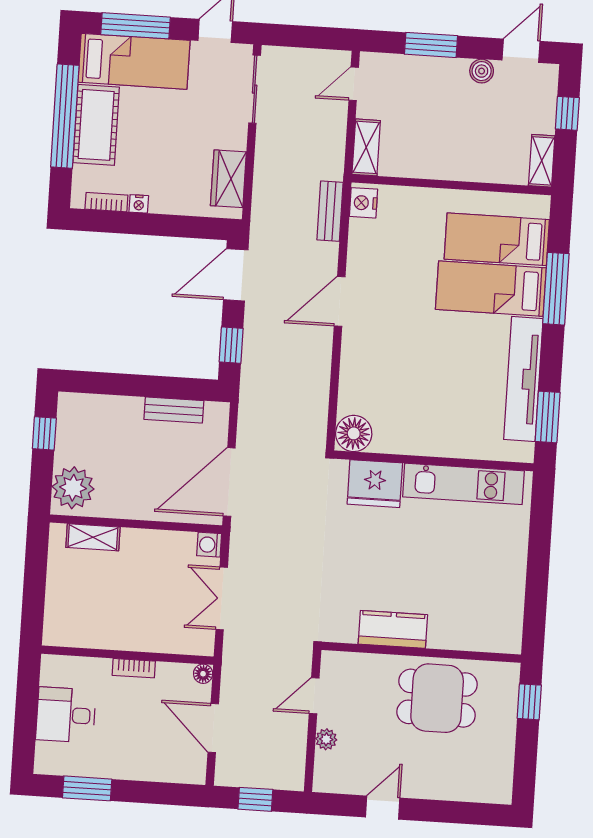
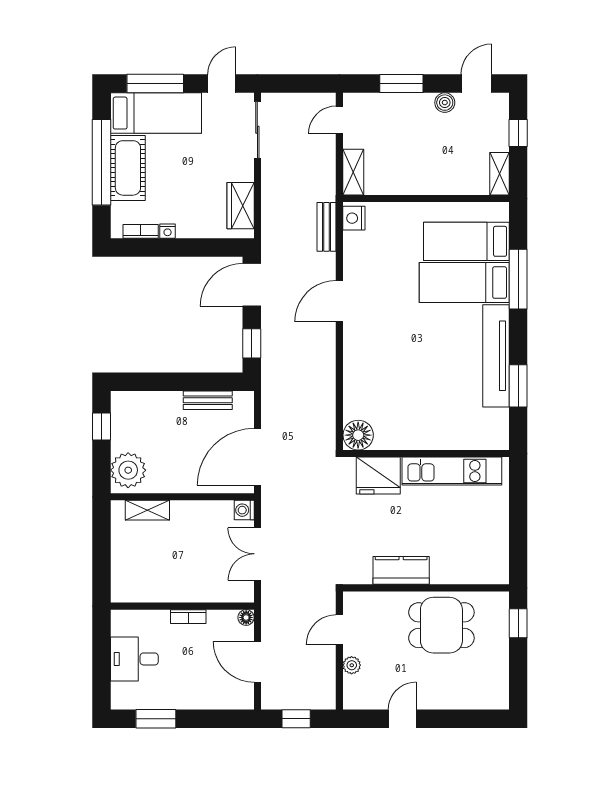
floor lamp: (354, 433) -> (358, 435), moved
wall: (434, 461) -> (426, 454), moved
fridge: (375, 484) -> (378, 476), moved
kitchen unit: (463, 484) -> (452, 471), moved

